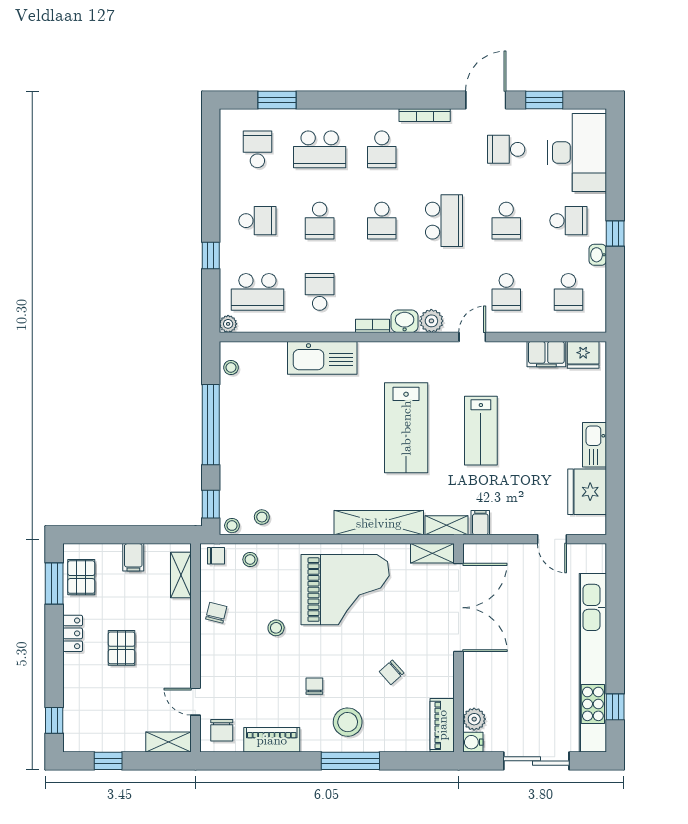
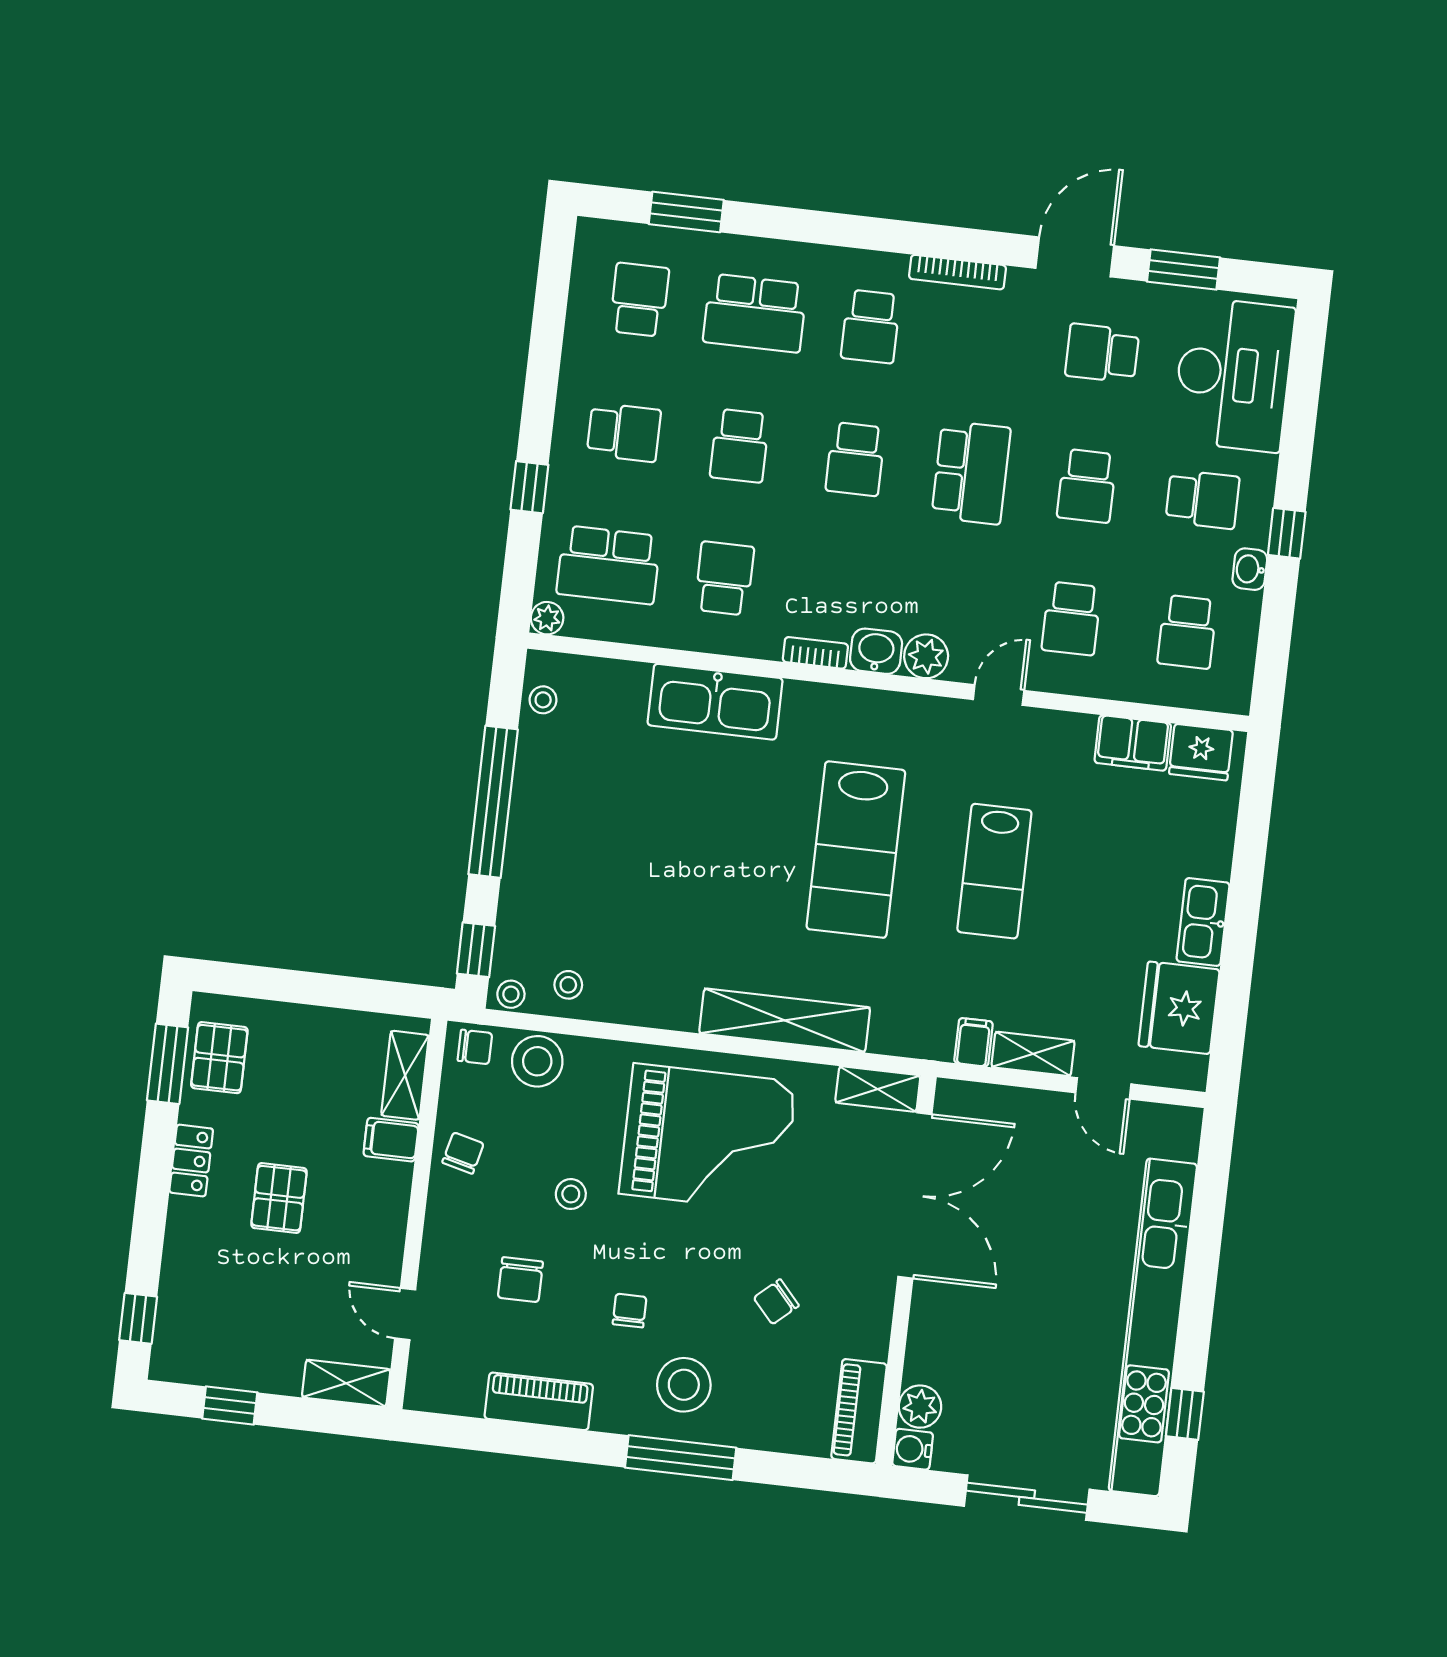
shelving: (447, 525) -> (1033, 1054), moved
filing cabinet: (133, 557) -> (391, 1140), moved, turned 90
stool: (250, 560) -> (537, 1061), width x1.89, depth x1.89
chair: (222, 730) -> (520, 1280), moved

